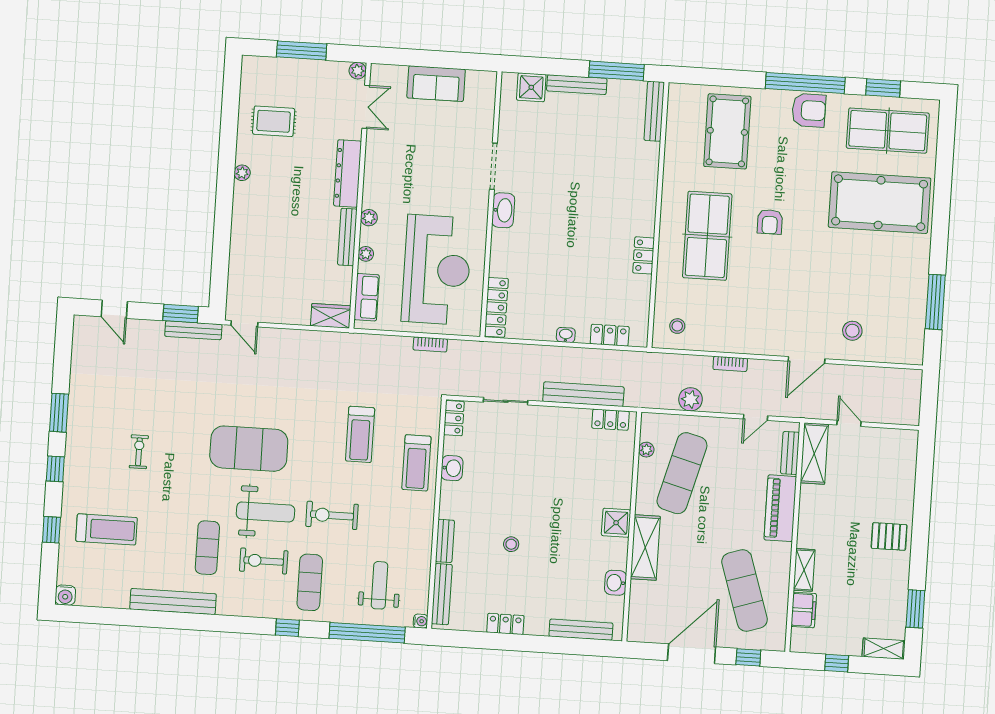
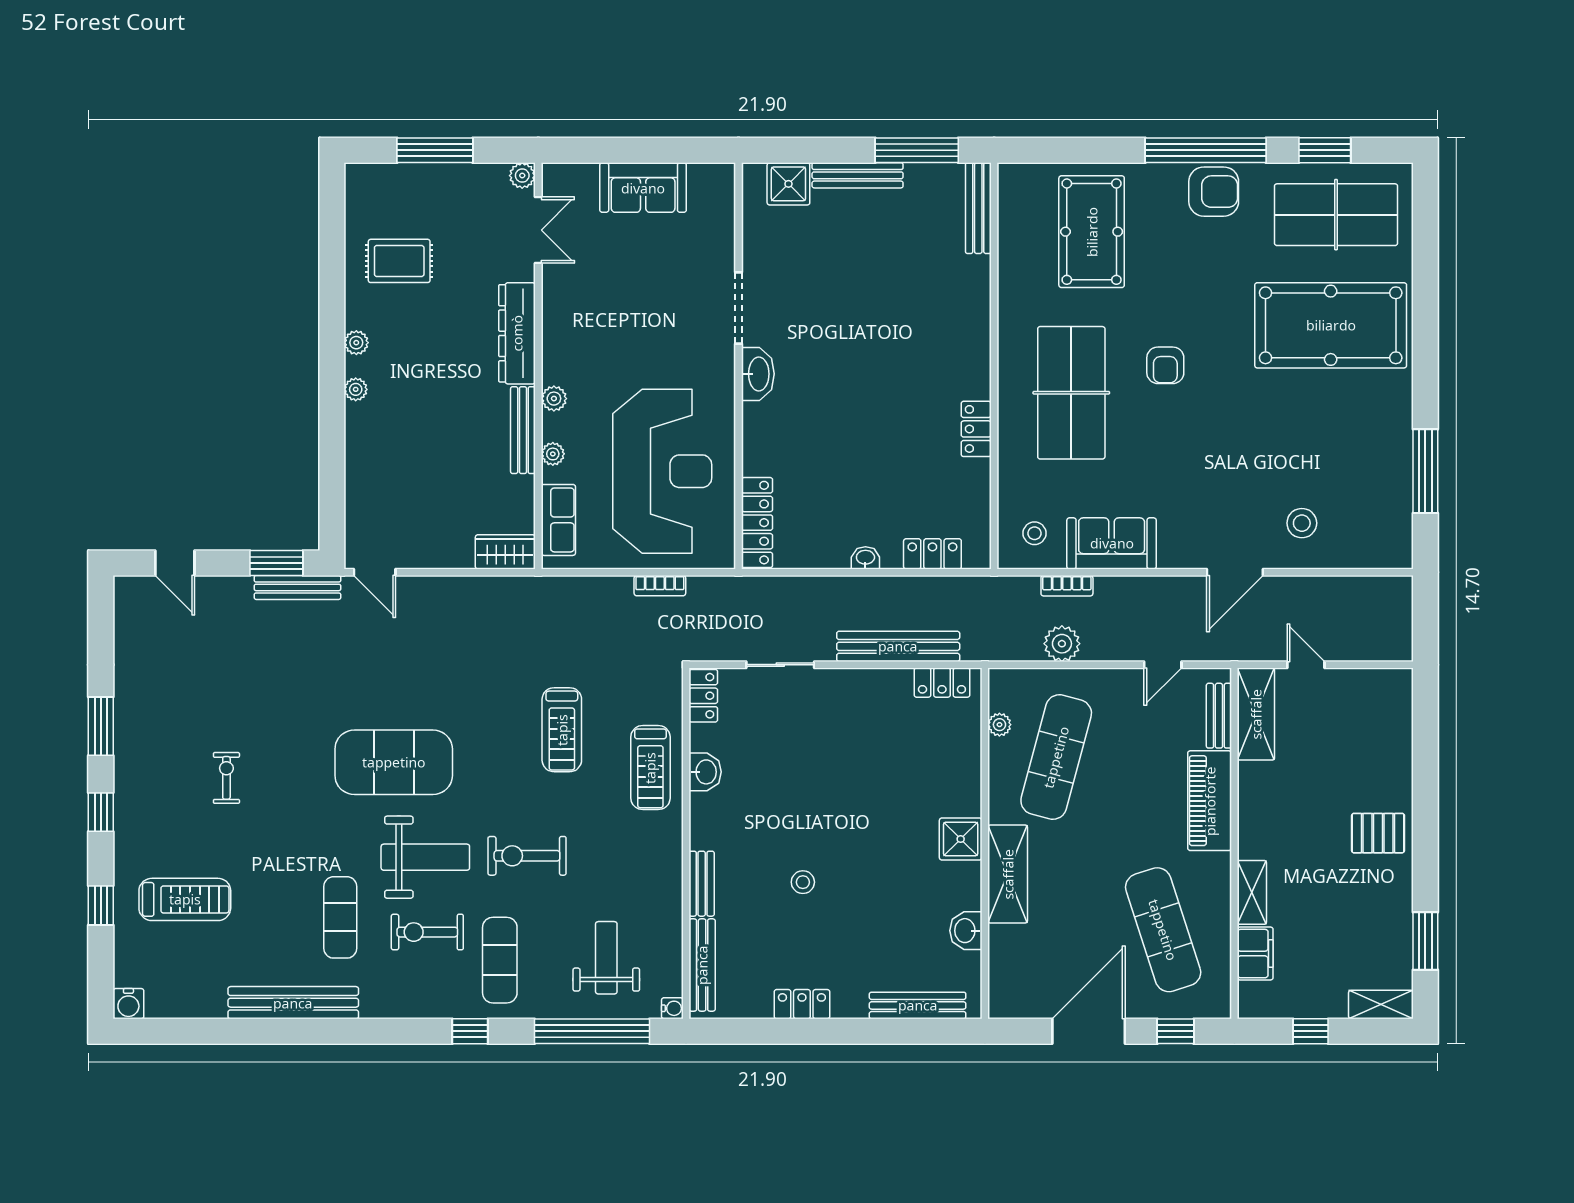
plant: (240, 203) -> (356, 389), added
sofa: (727, 336) -> (1112, 543), added
bookcase: (730, 364) -> (1067, 586), moved

